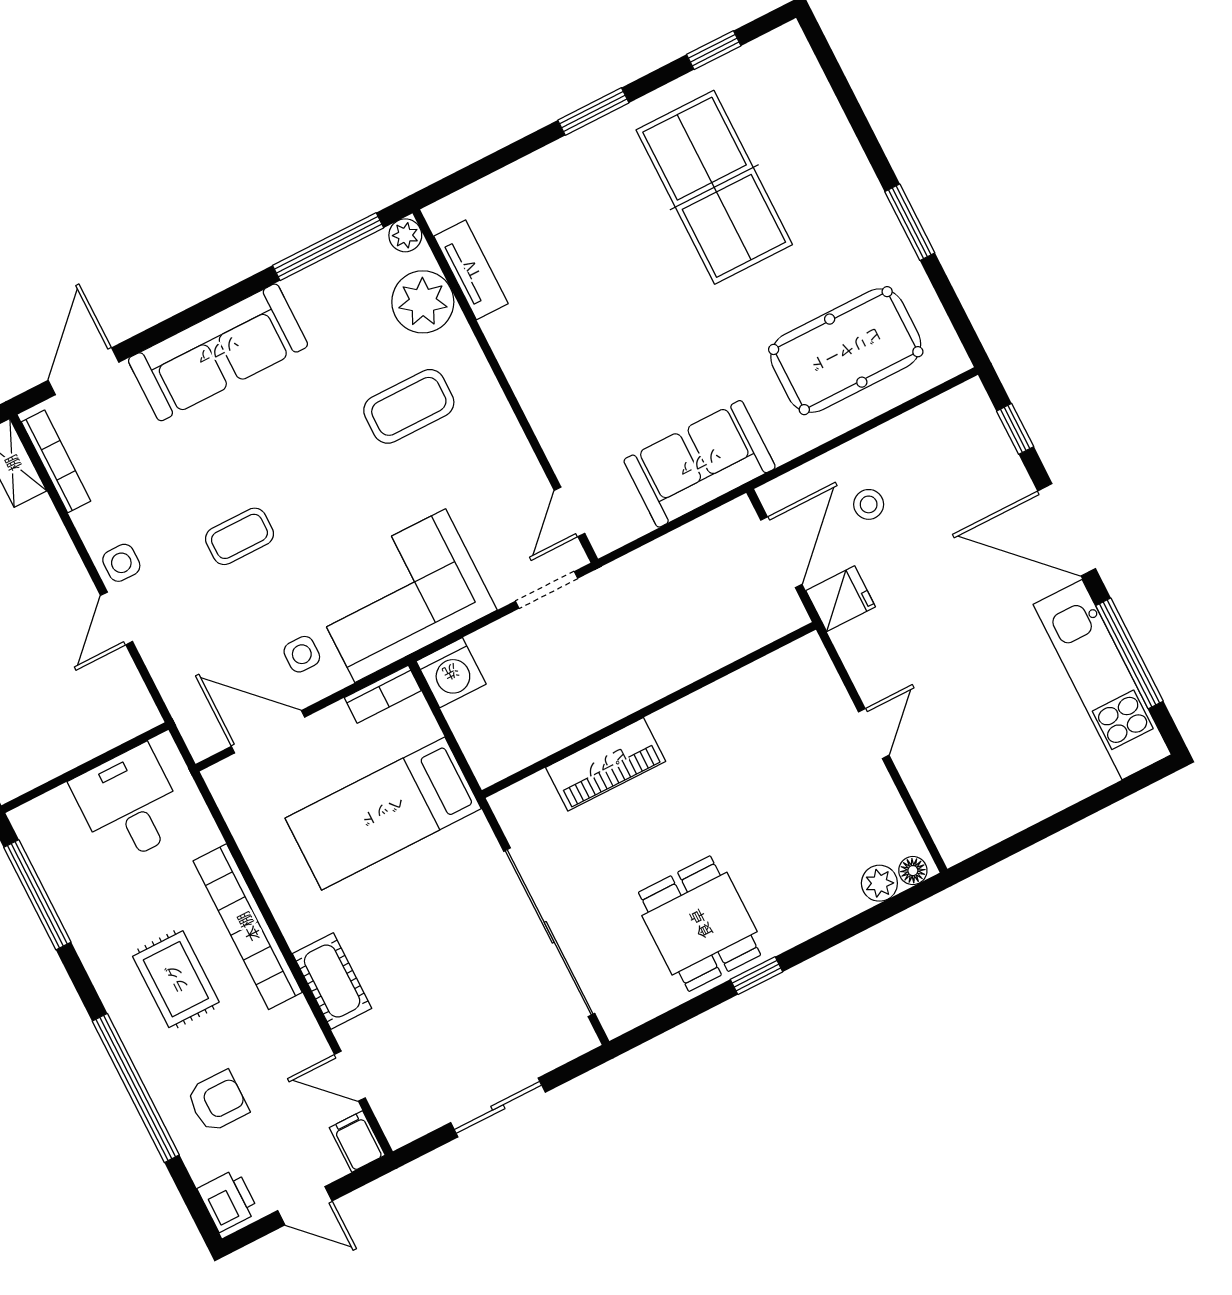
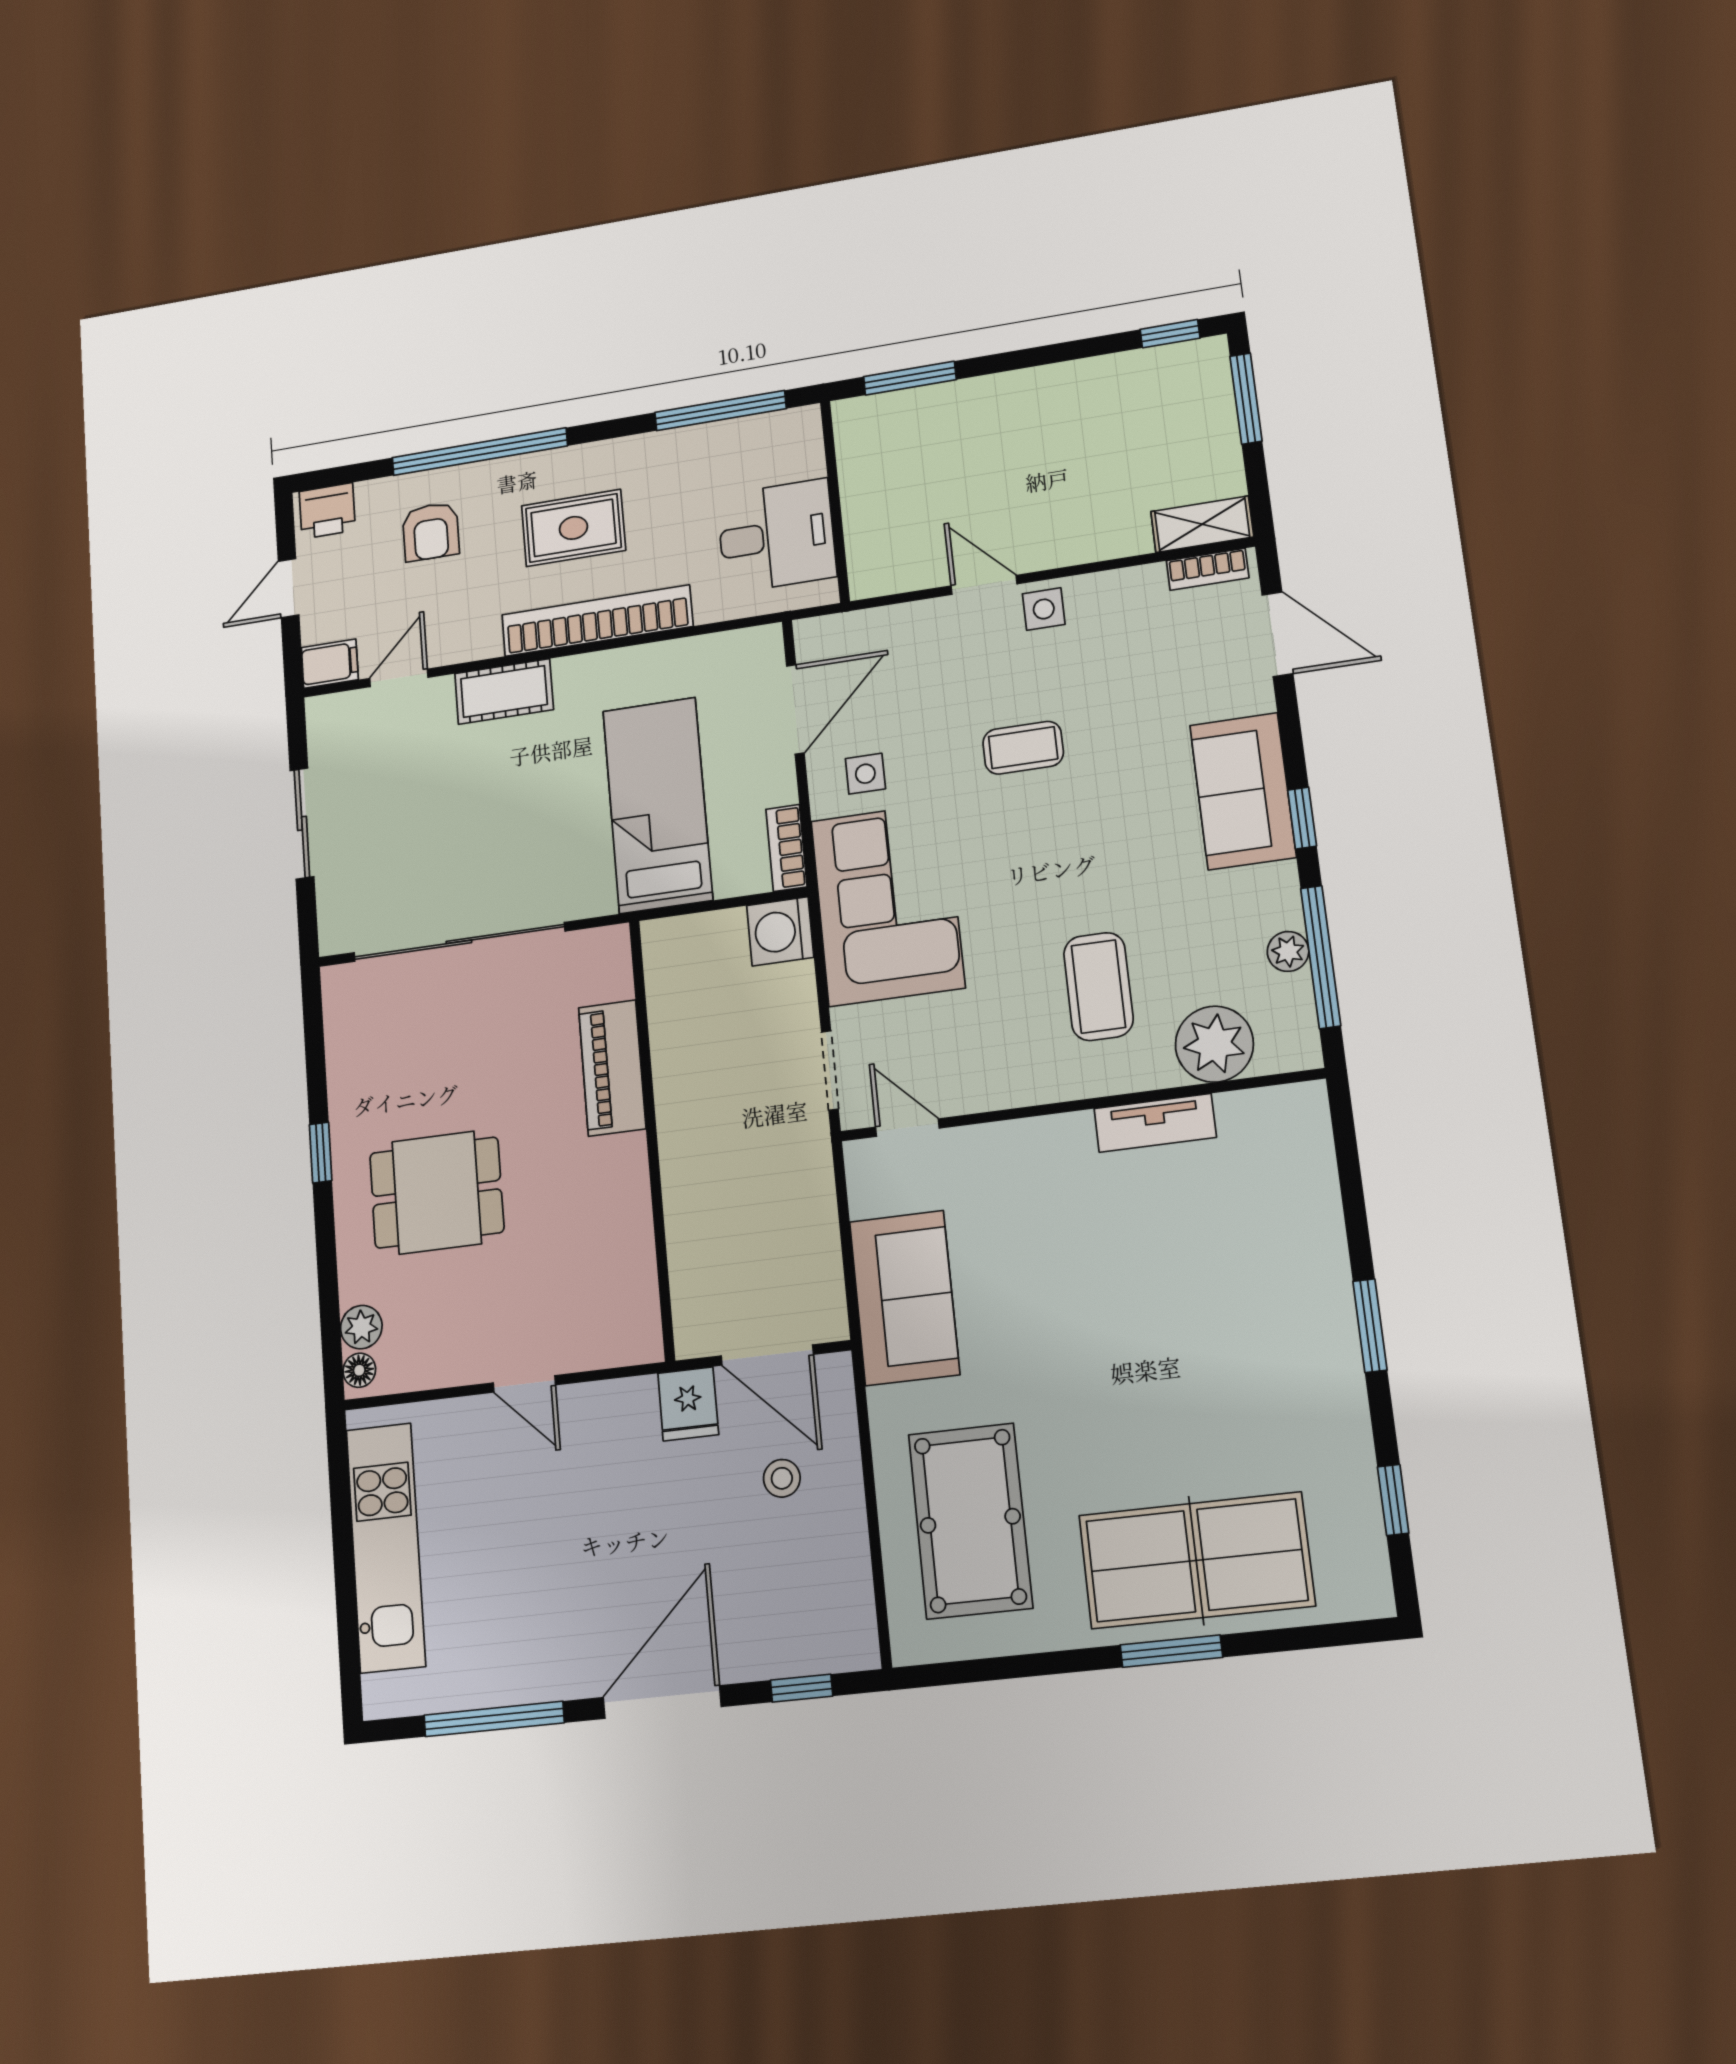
table tennis table: (714, 187) -> (1196, 1560), moved
window: (910, 222) -> (1171, 1651), moved
plant: (405, 235) -> (1288, 951), moved
tv unit: (471, 270) -> (1155, 1123), moved
window: (224, 300) -> (1302, 818), added
sofa: (218, 352) -> (1243, 791), width x0.73
bookcase: (56, 461) -> (1208, 569), width x0.64
coffee table: (239, 536) -> (1023, 748), turned 90
kitchen unit: (1102, 680) -> (386, 1547), moved, turned 90
dining table: (700, 924) -> (437, 1193), moved

